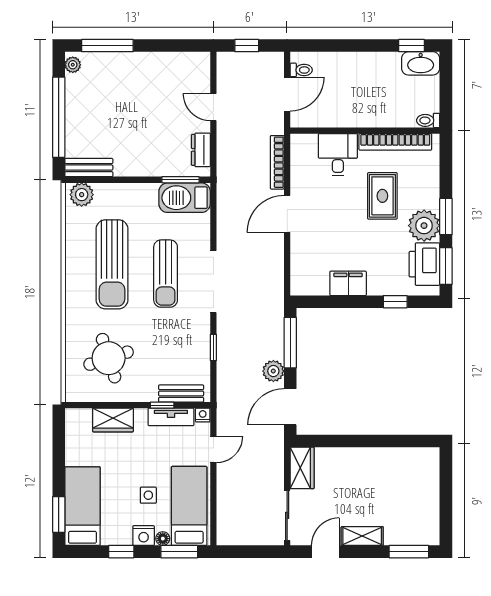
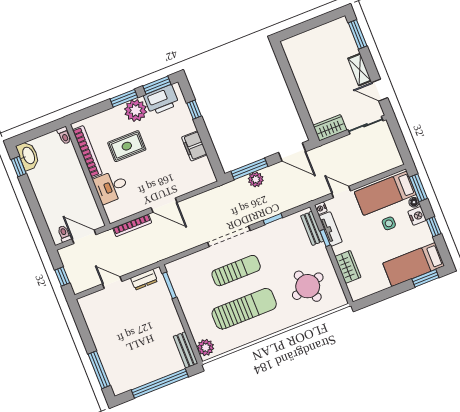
plant: (73, 65) -> (121, 388), removed
door: (213, 107) -> (112, 283), swing flipped
barbecue: (185, 198) -> (180, 278), removed
plant: (273, 371) -> (256, 179), moved

